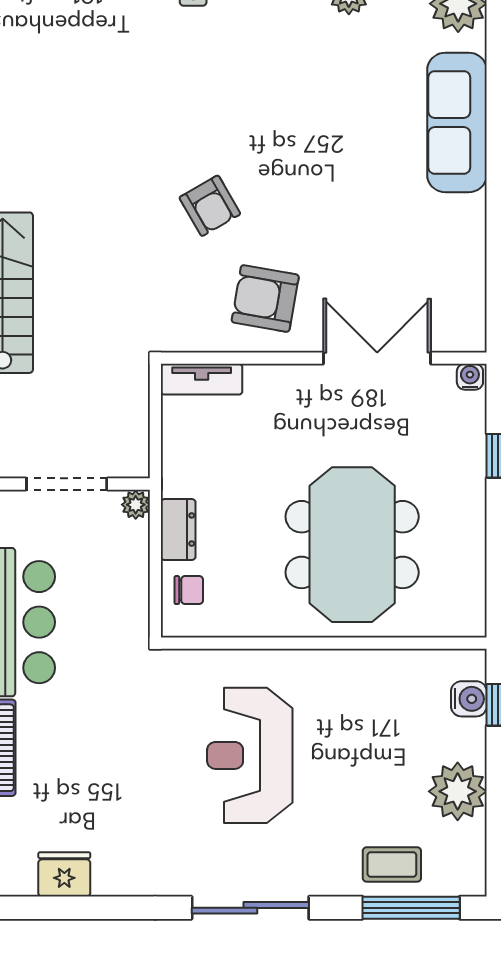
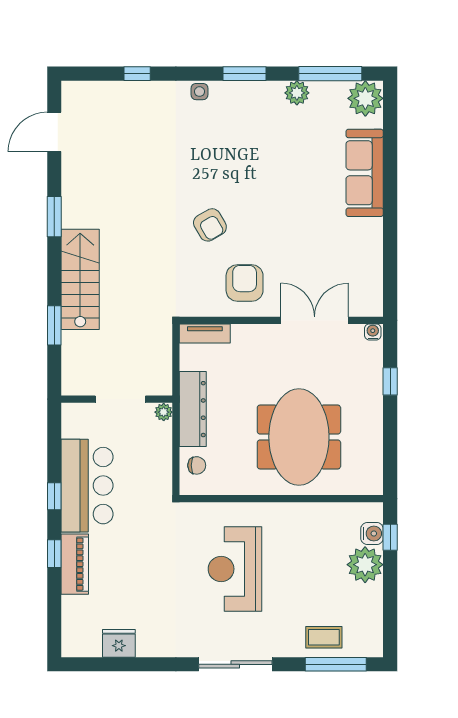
armchair: (265, 299) -> (245, 283), turned 80
dresser: (178, 529) -> (193, 409), width x1.96, depth x1.24
plant: (458, 791) -> (365, 565), moved

